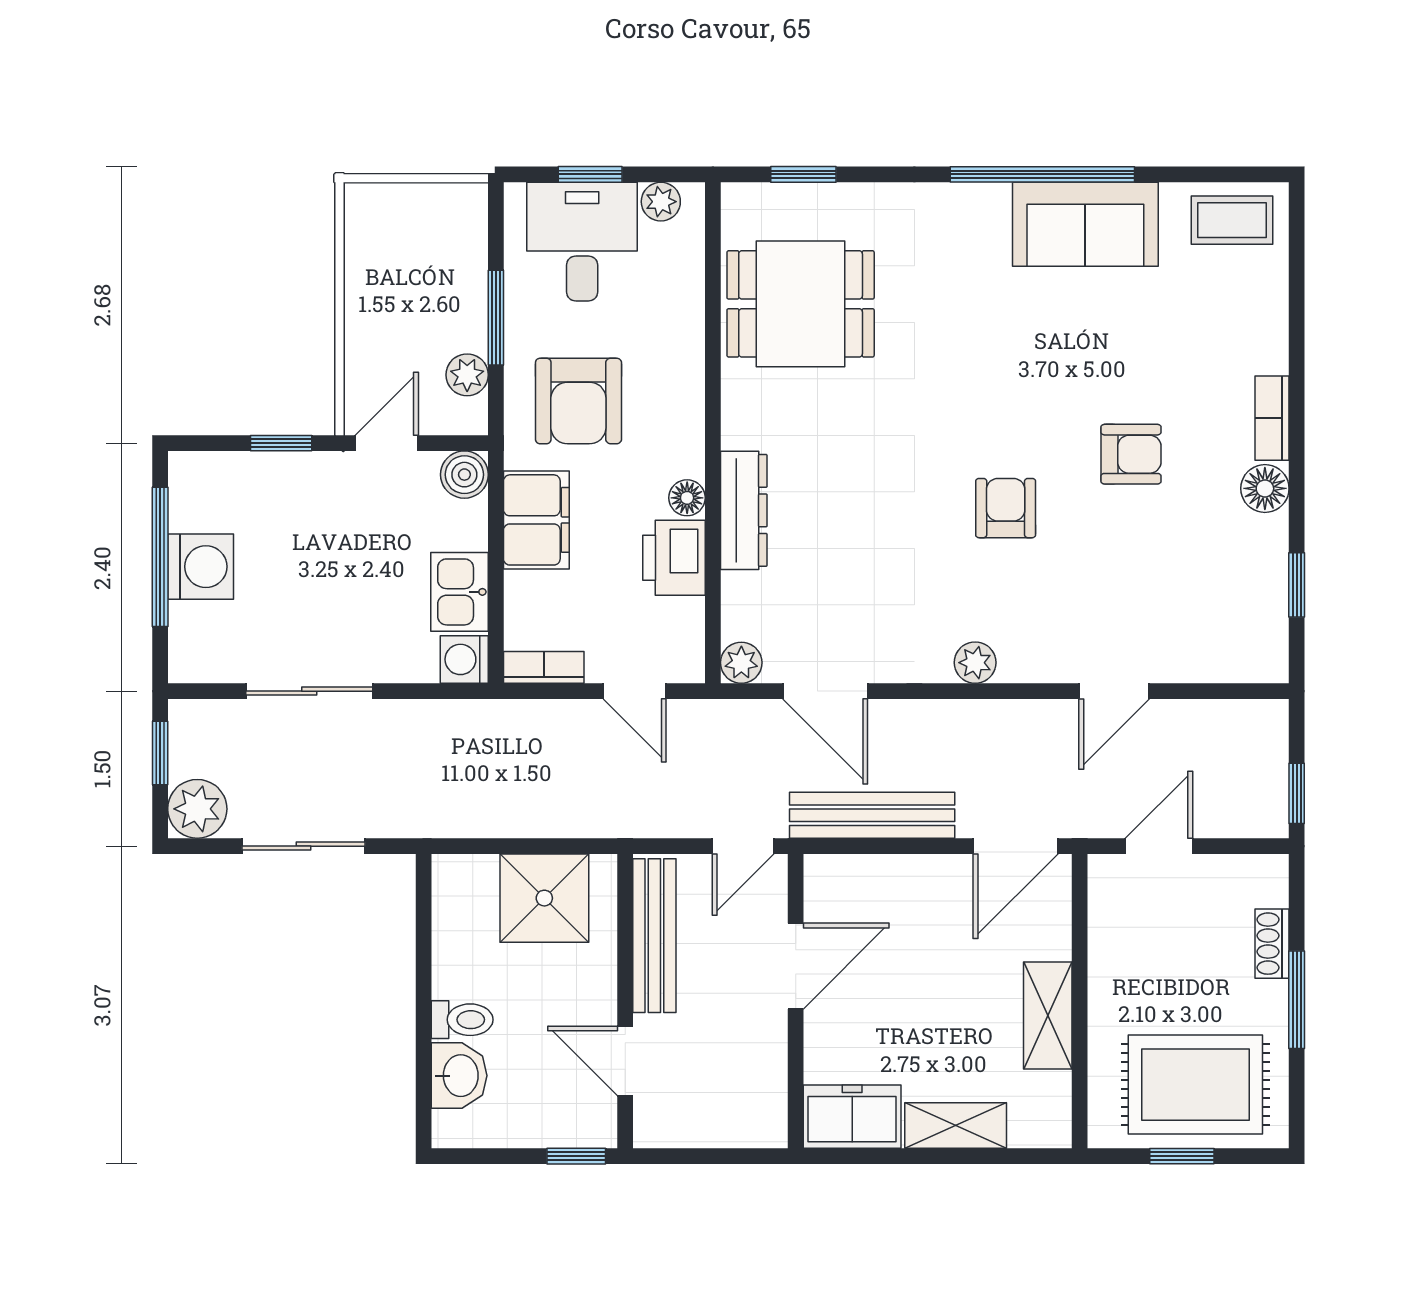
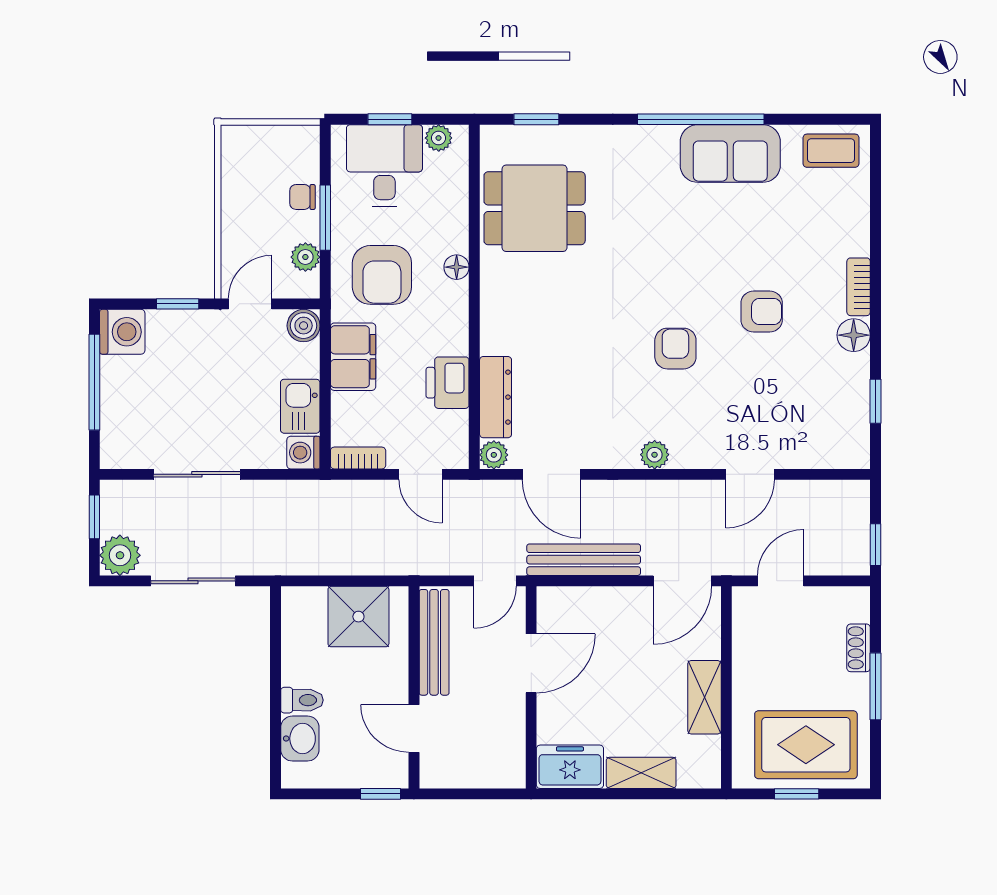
chair: (463, 287) -> (302, 197), added
floor lamp: (687, 498) -> (457, 267), moved
dresser: (744, 510) -> (496, 397), moved
washing machine: (201, 567) -> (122, 332), moved

